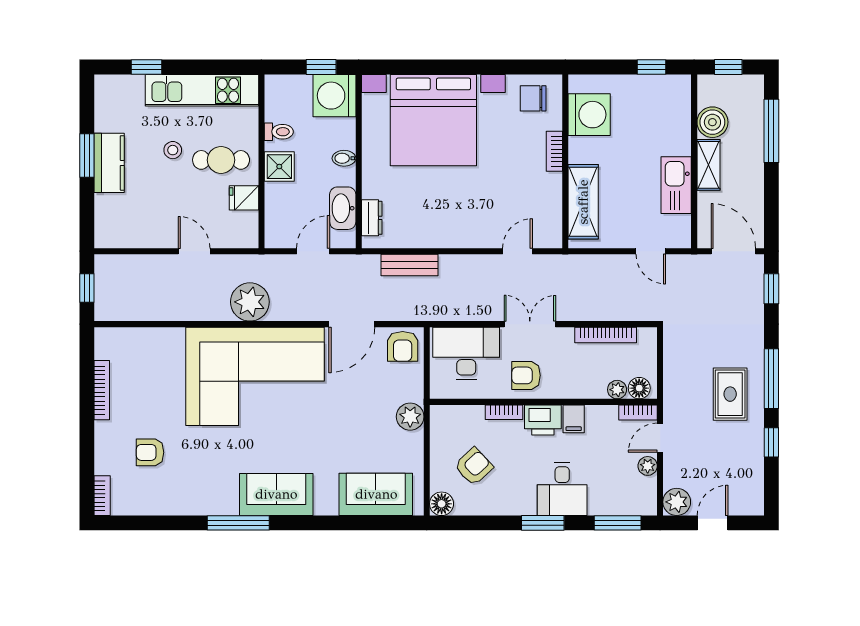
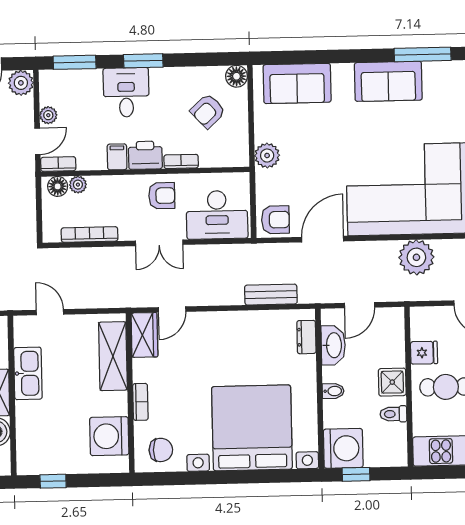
wardrobe: (548, 224) -> (144, 335), added
armchair: (403, 346) -> (275, 220), turned 90

